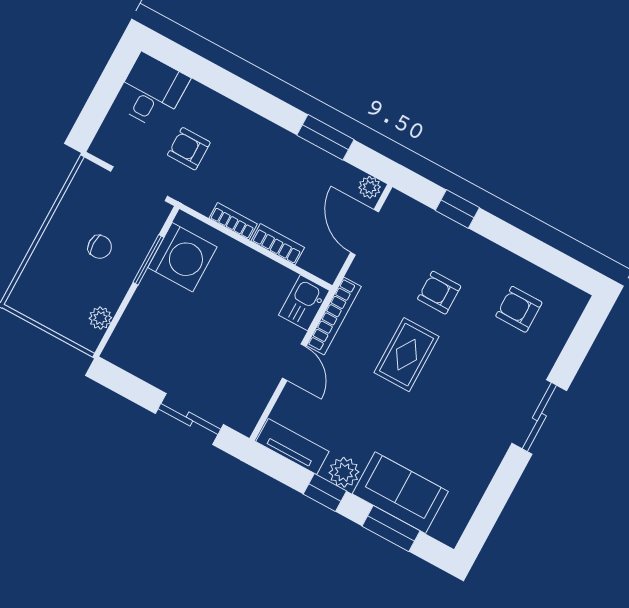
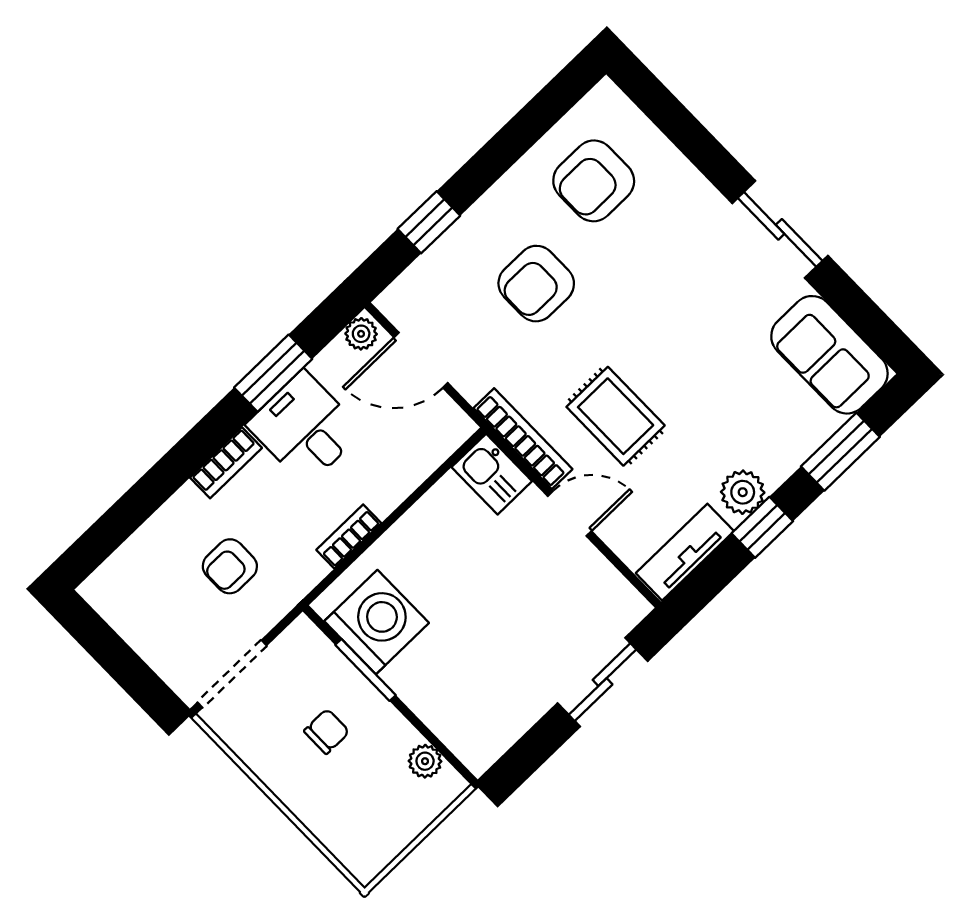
desk: (152, 91) -> (305, 428), moved
doorway: (139, 184) -> (232, 674), moved
bookcase: (278, 244) -> (226, 463), moved, turned 180
armchair: (439, 293) -> (536, 284), width x1.38, depth x1.38
armchair: (519, 309) -> (594, 181), width x1.38, depth x1.38
rug: (407, 355) -> (616, 416), moved
sliding door: (539, 417) -> (780, 229), moved
sofa: (400, 493) -> (829, 355), moved, turned -90

